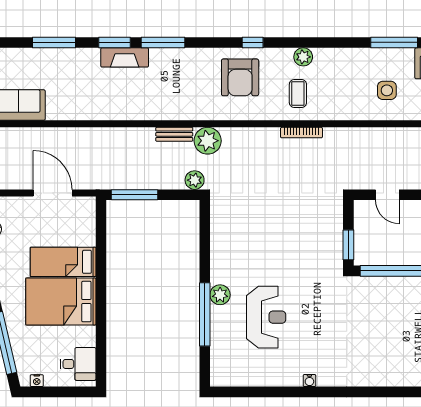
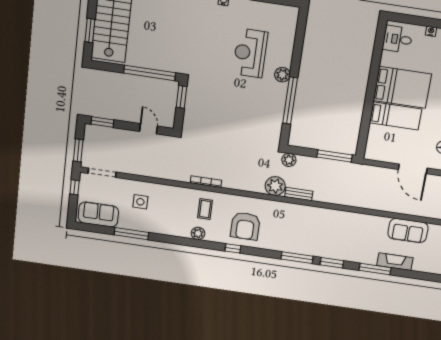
fireplace: (125, 57) -> (395, 262), moved
armchair: (240, 77) -> (245, 226), turned 180
door: (53, 193) -> (413, 169), moved
window: (205, 314) -> (290, 101), moved

